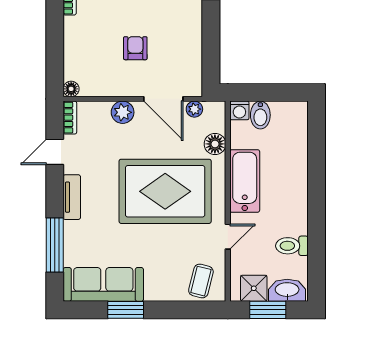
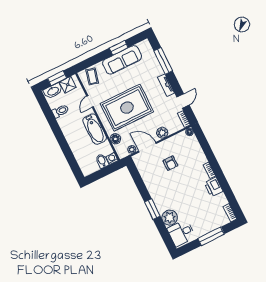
sofa: (103, 284) -> (122, 60), moved

